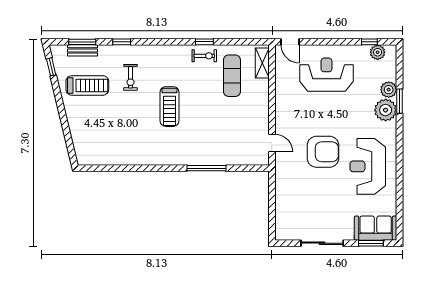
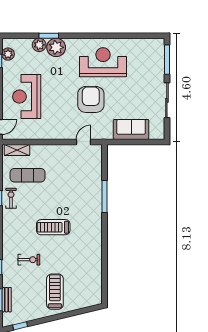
treadmill: (87, 85) -> (55, 292), moved
treadmill: (170, 107) -> (53, 227), turned 180
reception desk: (368, 166) -> (103, 62), turned 180
sofa: (376, 228) -> (131, 129), moved, turned 90
window: (371, 243) -> (167, 60), width x1.44

